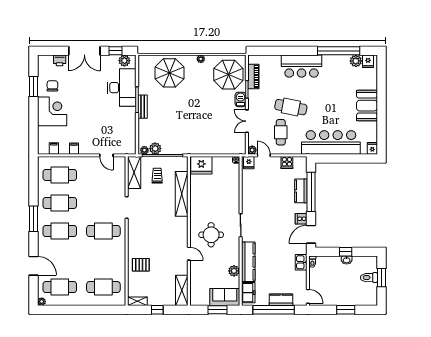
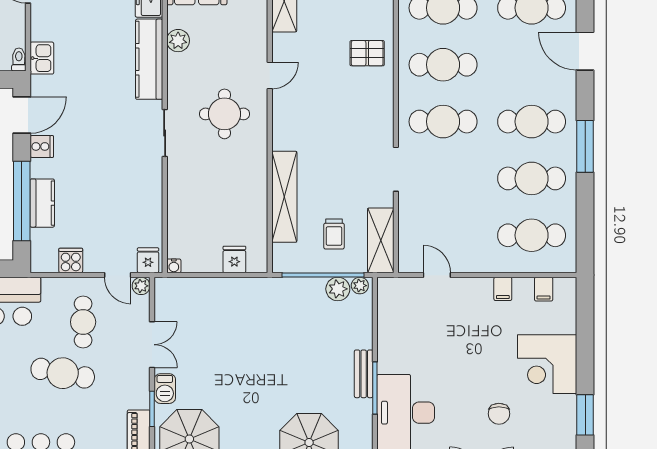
chair: (52, 86) -> (499, 414), moved
fridge: (201, 165) -> (234, 259), width x0.53, depth x0.75
door: (189, 254) -> (270, 76), swing flipped
cafe table: (103, 259) -> (443, 65), added

